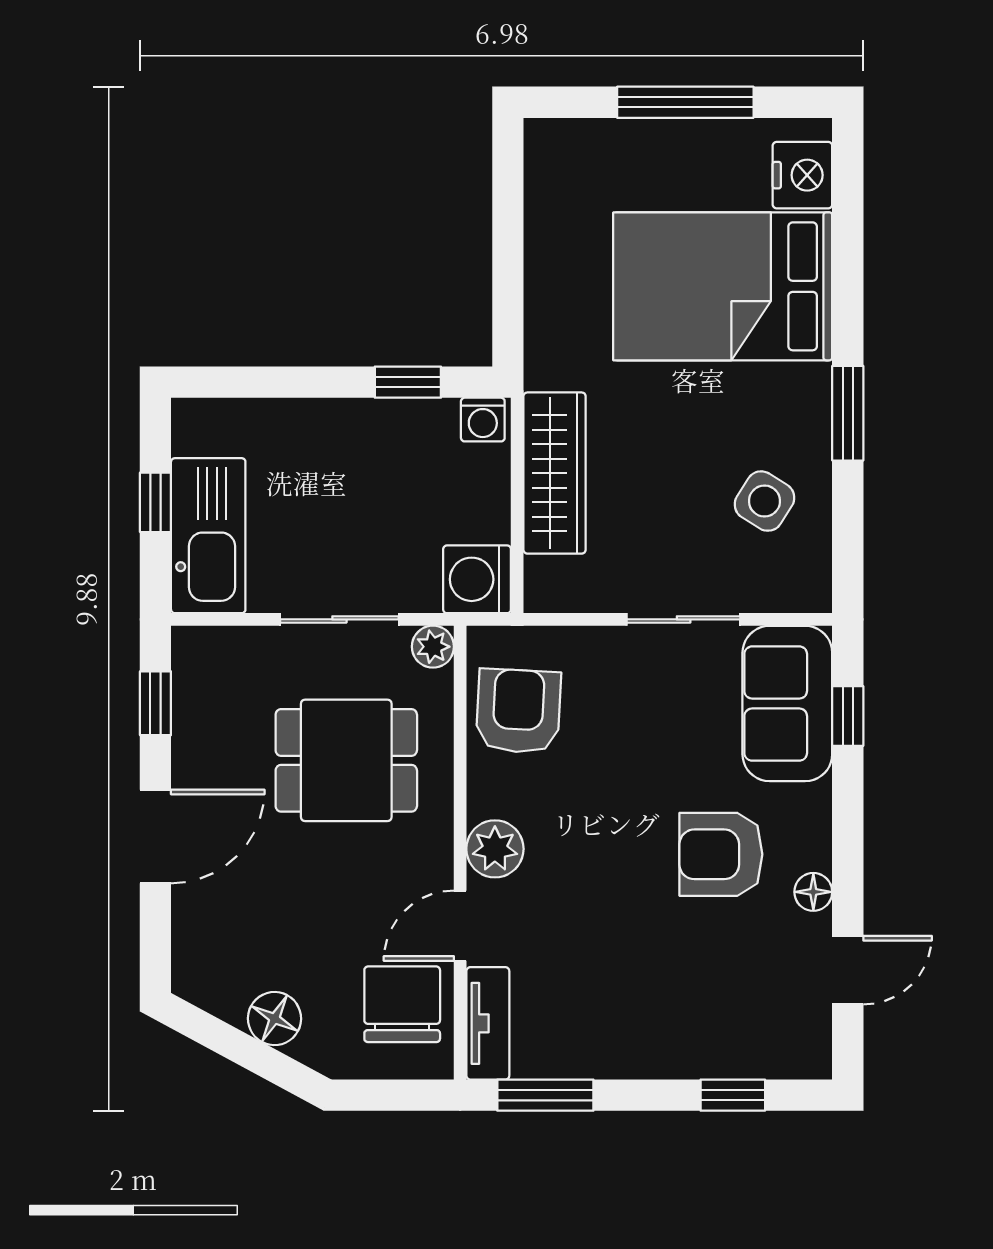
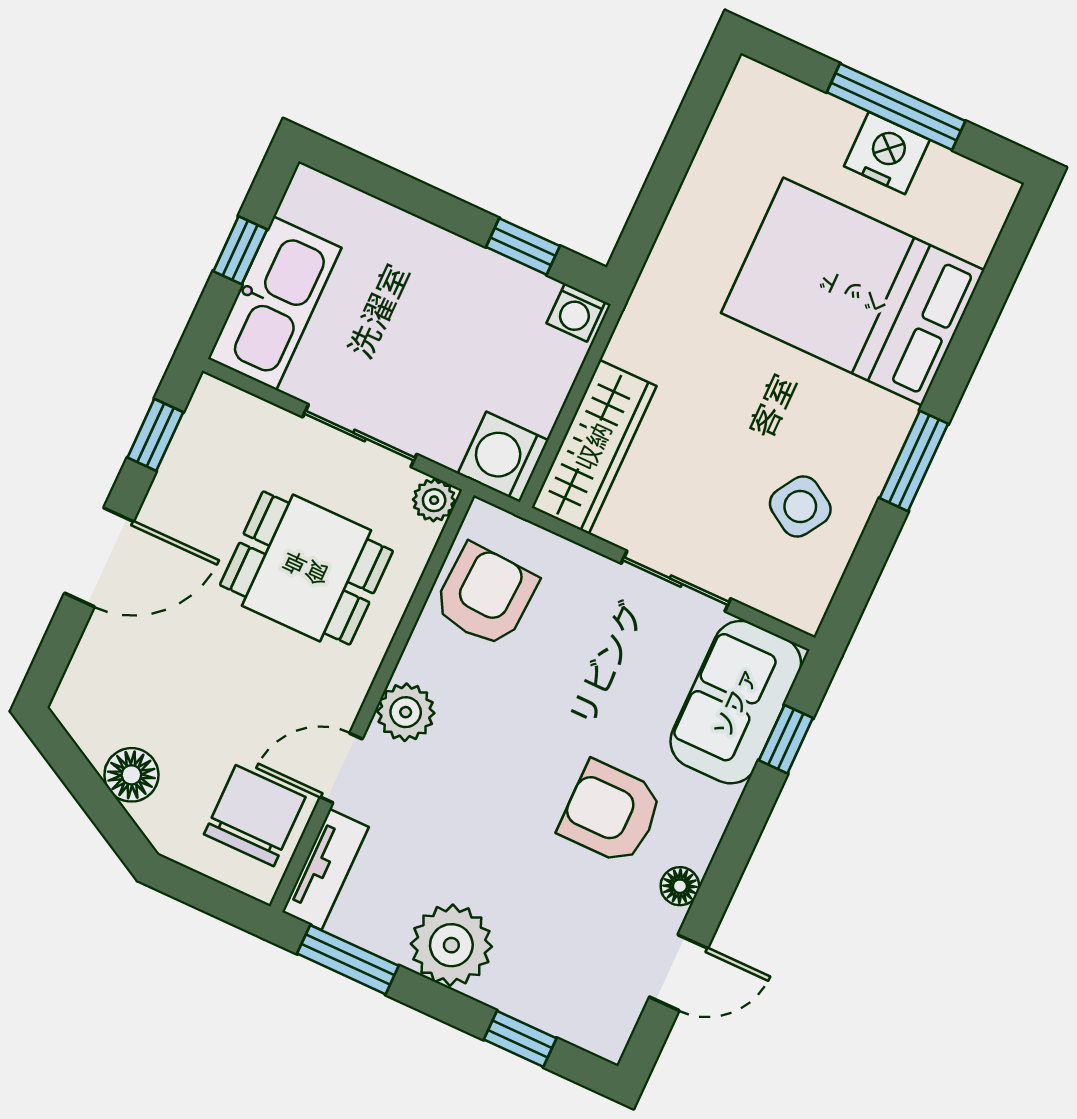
nightstand: (802, 175) -> (887, 153), moved, turned -90
wardrobe: (555, 473) -> (594, 447), moved
plant: (632, 1039) -> (451, 945), added

